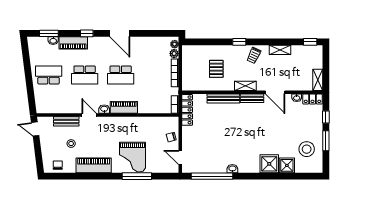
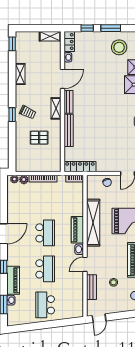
trolley: (254, 55) -> (28, 112), moved
shelving: (131, 123) -> (93, 223), added

